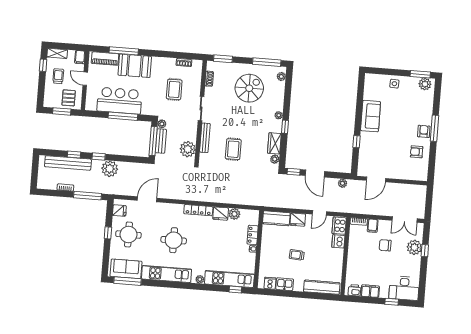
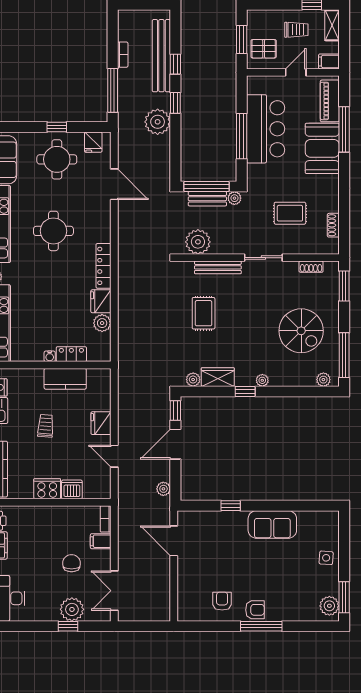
rug: (233, 149) -> (204, 313), turned 90
kitchen counter: (276, 218) -> (65, 379), moved, turned -90
cooker: (339, 226) -> (47, 489), moved

